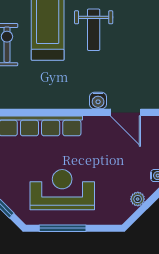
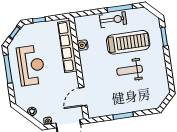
water cooler: (98, 100) -> (83, 45), moved

